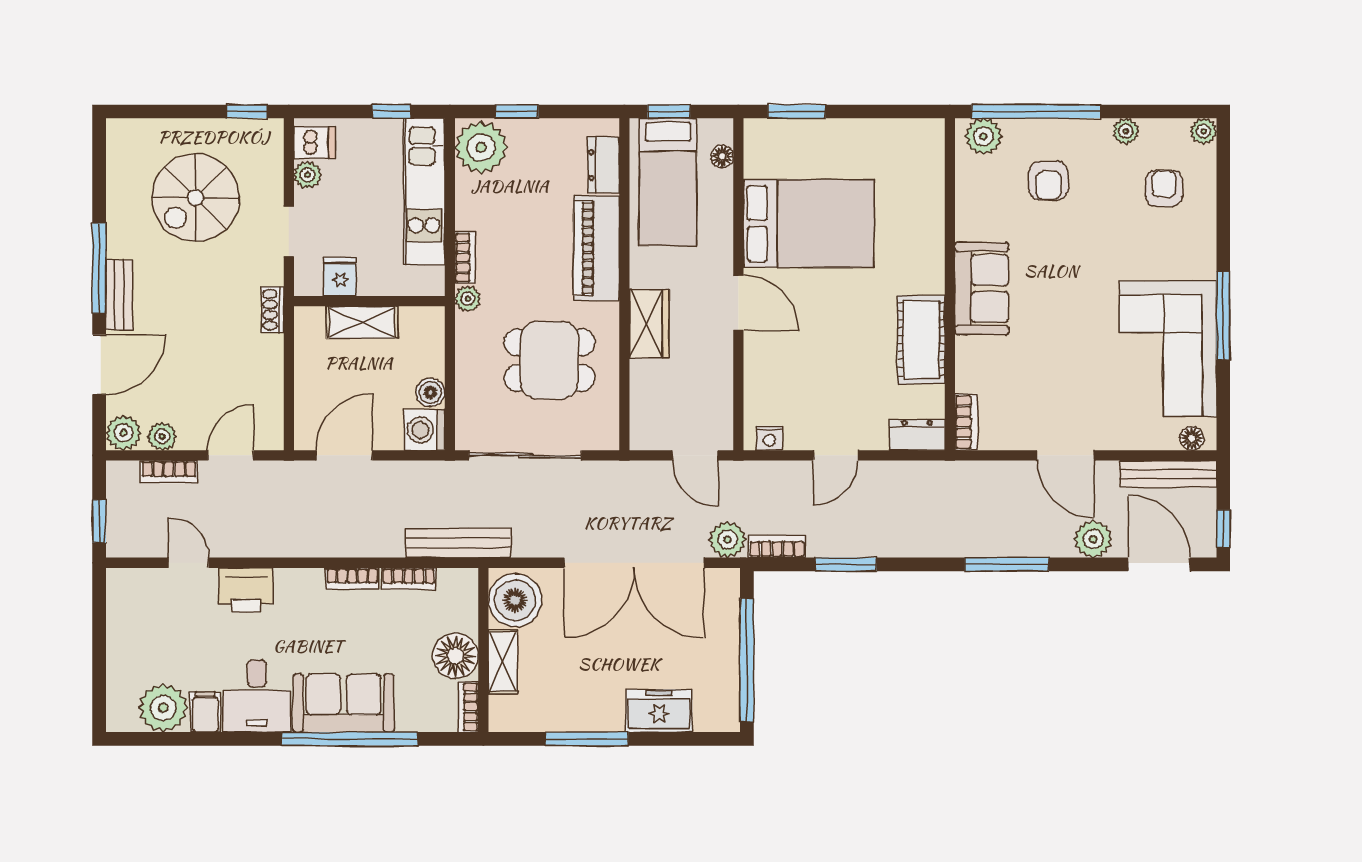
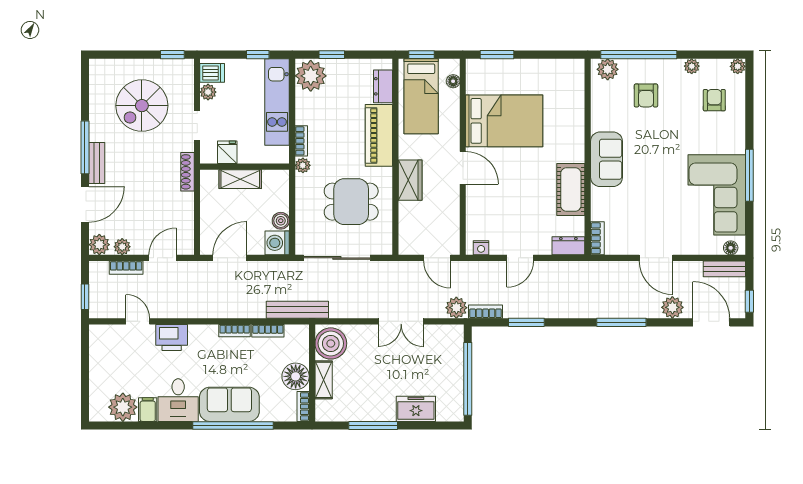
shoe rack: (273, 310) -> (187, 172), width x1.43
bench: (1168, 474) -> (724, 269), width x0.73
double door: (634, 563) -> (401, 321), width x0.54

